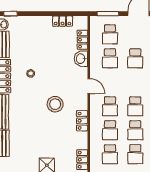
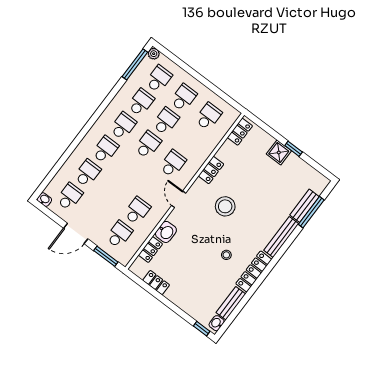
school desk: (135, 58) -> (112, 192), removed
school desk: (110, 130) -> (191, 140), removed

